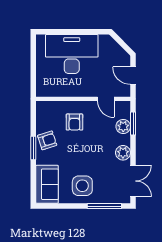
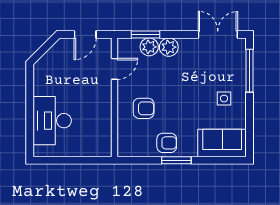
desk: (72, 54) -> (52, 121), width x0.73, depth x0.77
armchair: (47, 140) -> (167, 143), turned 108
plant: (123, 153) -> (169, 47), moved
side table: (82, 186) -> (224, 98), width x0.54, depth x0.54

